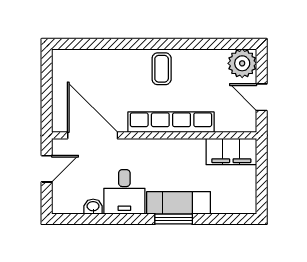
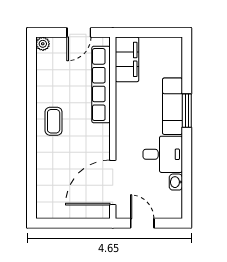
plant: (242, 63) -> (43, 44), width x0.53, depth x0.53
coffee table: (162, 69) -> (54, 121), turned 90
row of seats: (171, 122) -> (101, 85), moved

